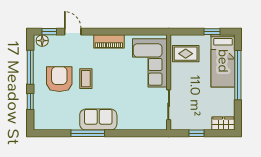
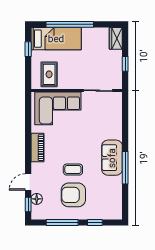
floor lamp: (42, 41) -> (37, 199), moved

